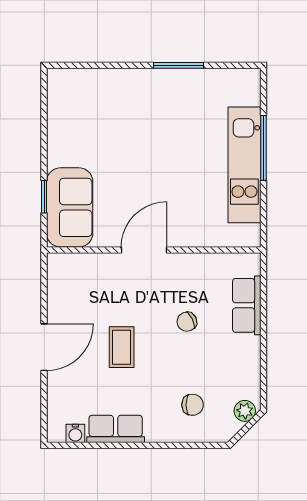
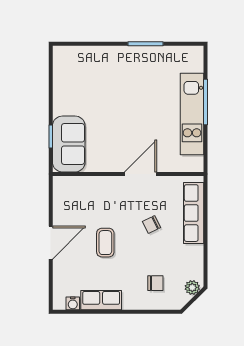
door: (144, 250) -> (140, 174), moved
row of seats: (247, 305) -> (194, 213), width x1.48

